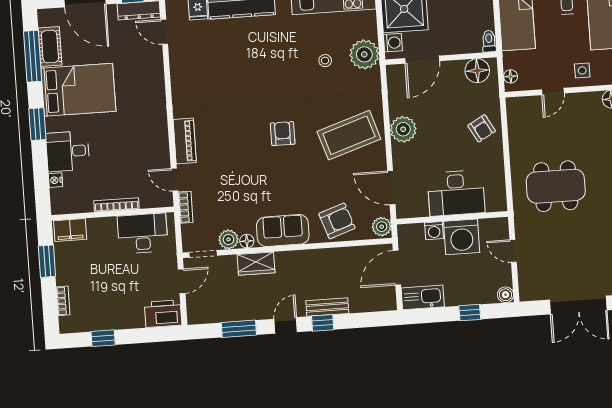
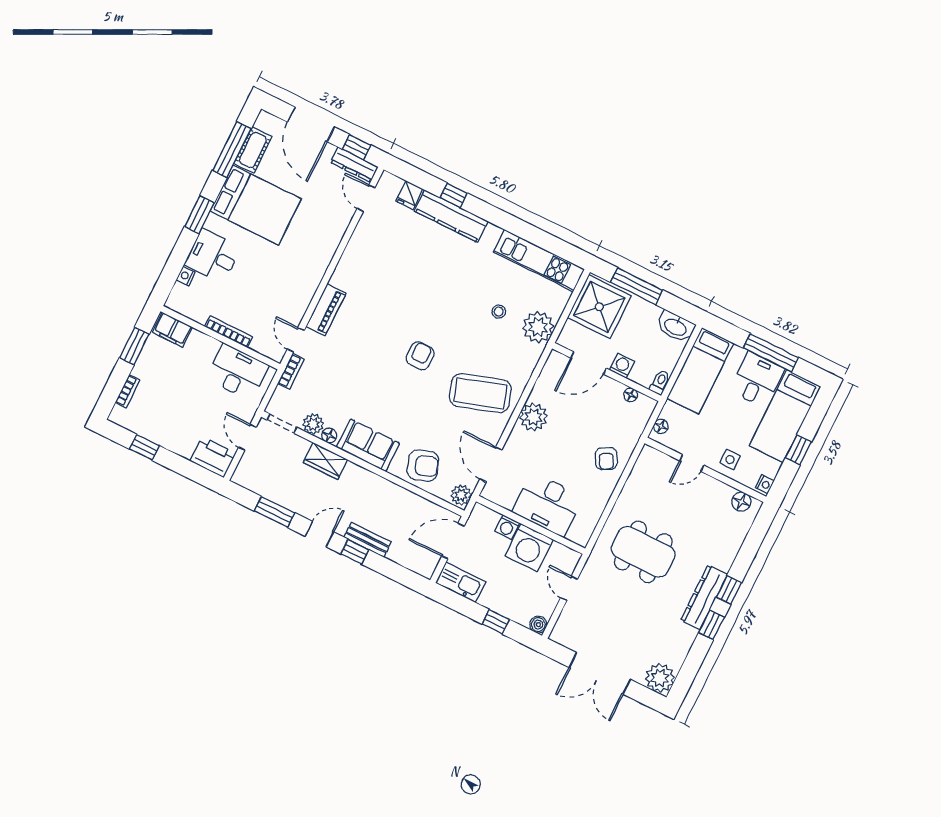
washing machine: (393, 43) -> (622, 366), moved, turned -90
floor lamp: (477, 71) -> (631, 395), width x0.53, depth x0.53
door: (182, 281) -> (247, 437), swing flipped

